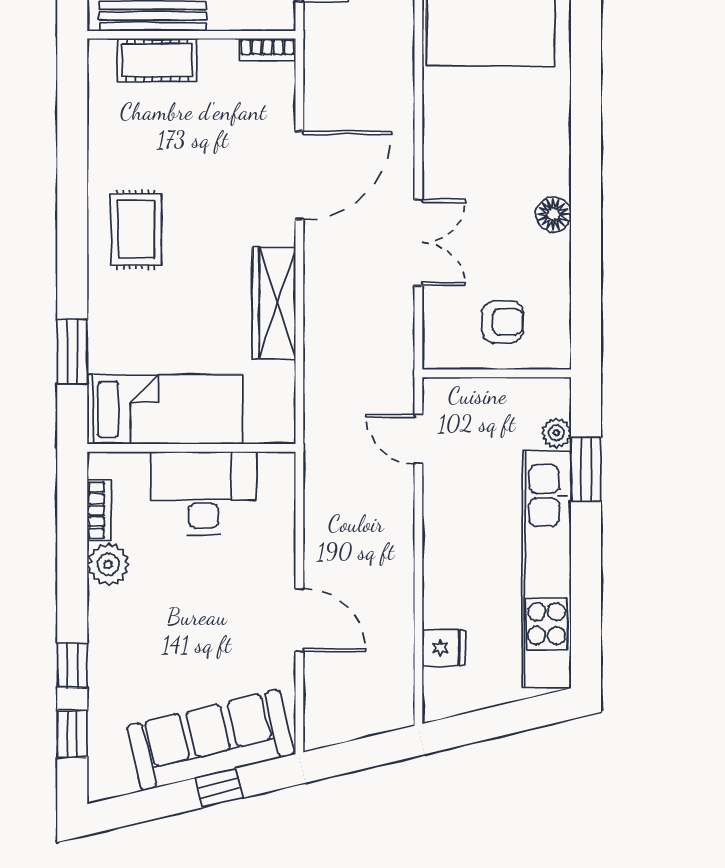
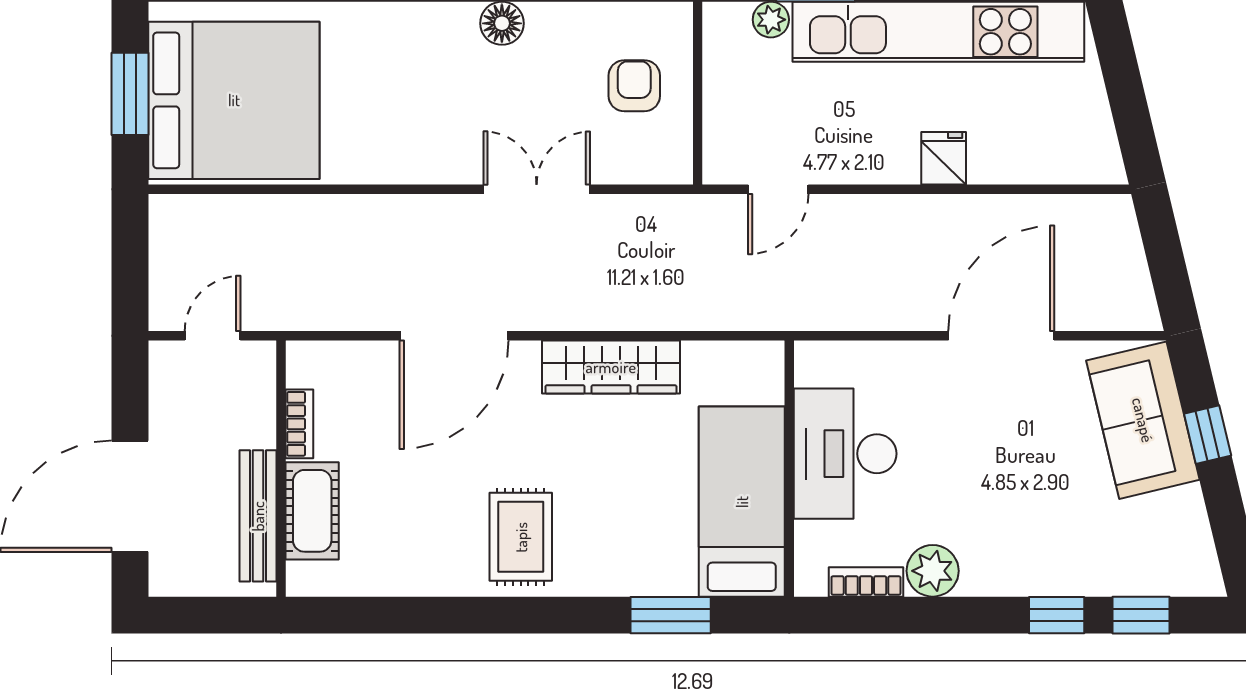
bookcase: (268, 50) -> (299, 424), moved
door: (299, 175) -> (454, 336), swing flipped
rug: (136, 230) -> (521, 537), turned 90
door: (299, 620) -> (1001, 336), width x1.36
fridge: (444, 648) -> (944, 158), moved
sofa: (210, 740) -> (1143, 420), width x0.73

